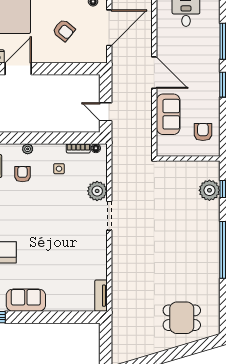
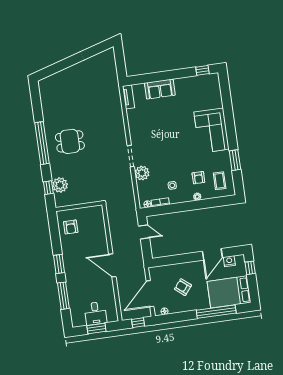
sofa: (168, 114) -> (98, 236), removed
sofa: (26, 300) -> (160, 89), moved
dining table: (182, 318) -> (70, 141), moved

